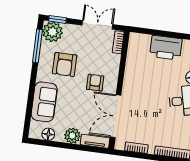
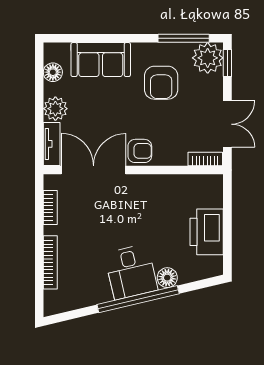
armchair: (65, 64) -> (161, 83), turned -90
armchair: (95, 83) -> (140, 151), moved

